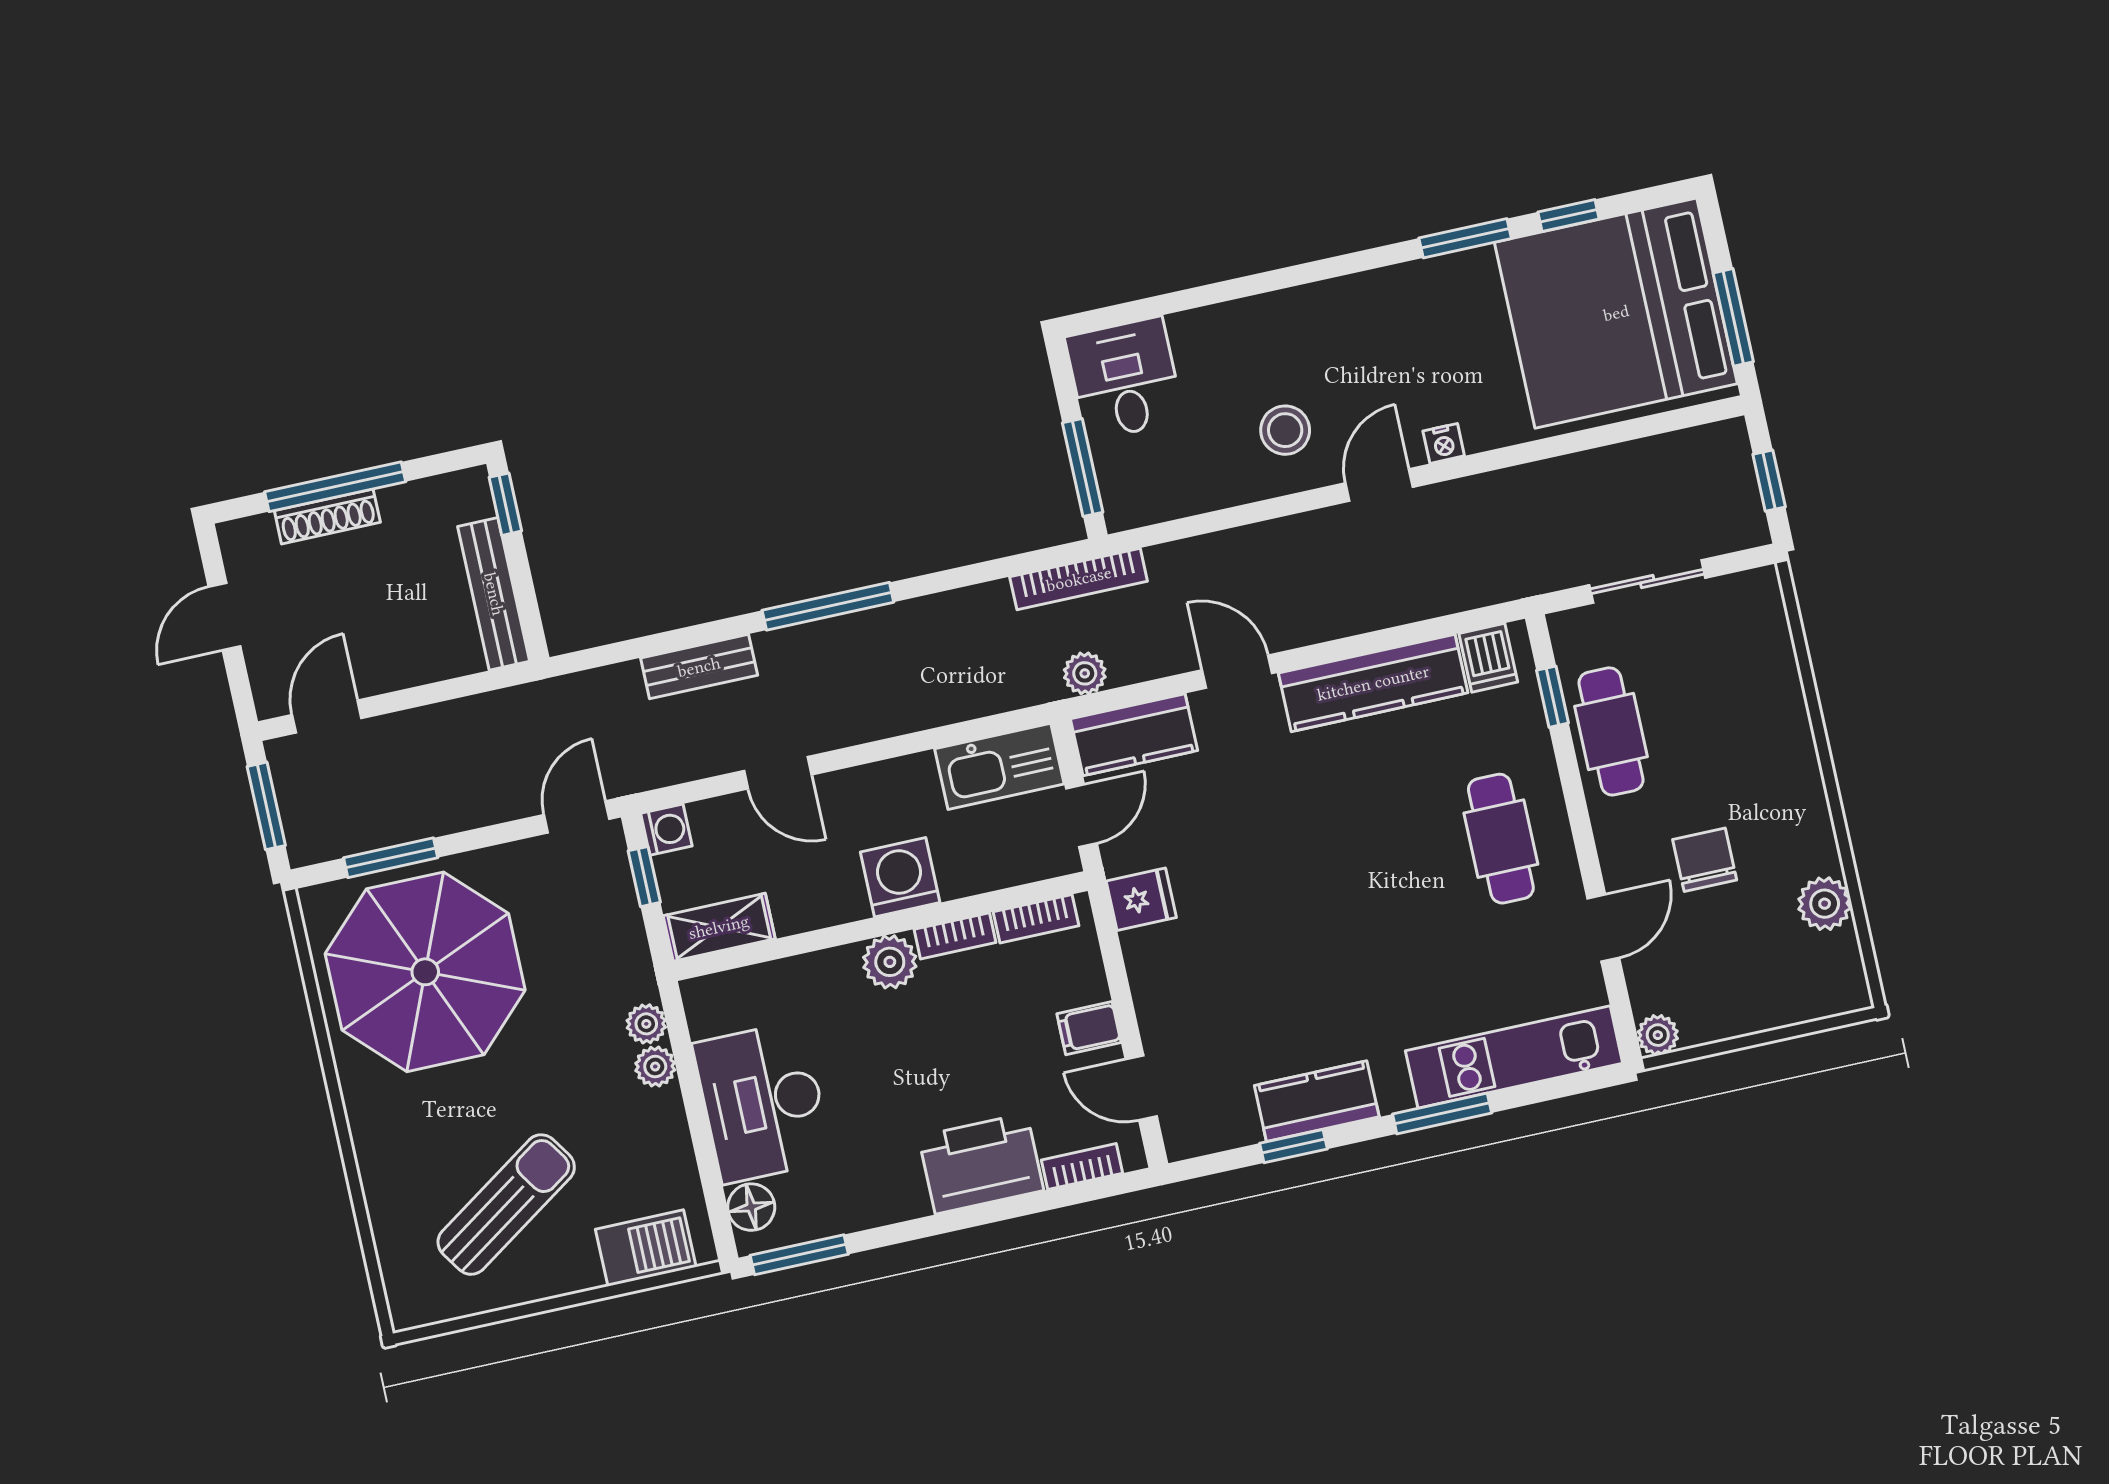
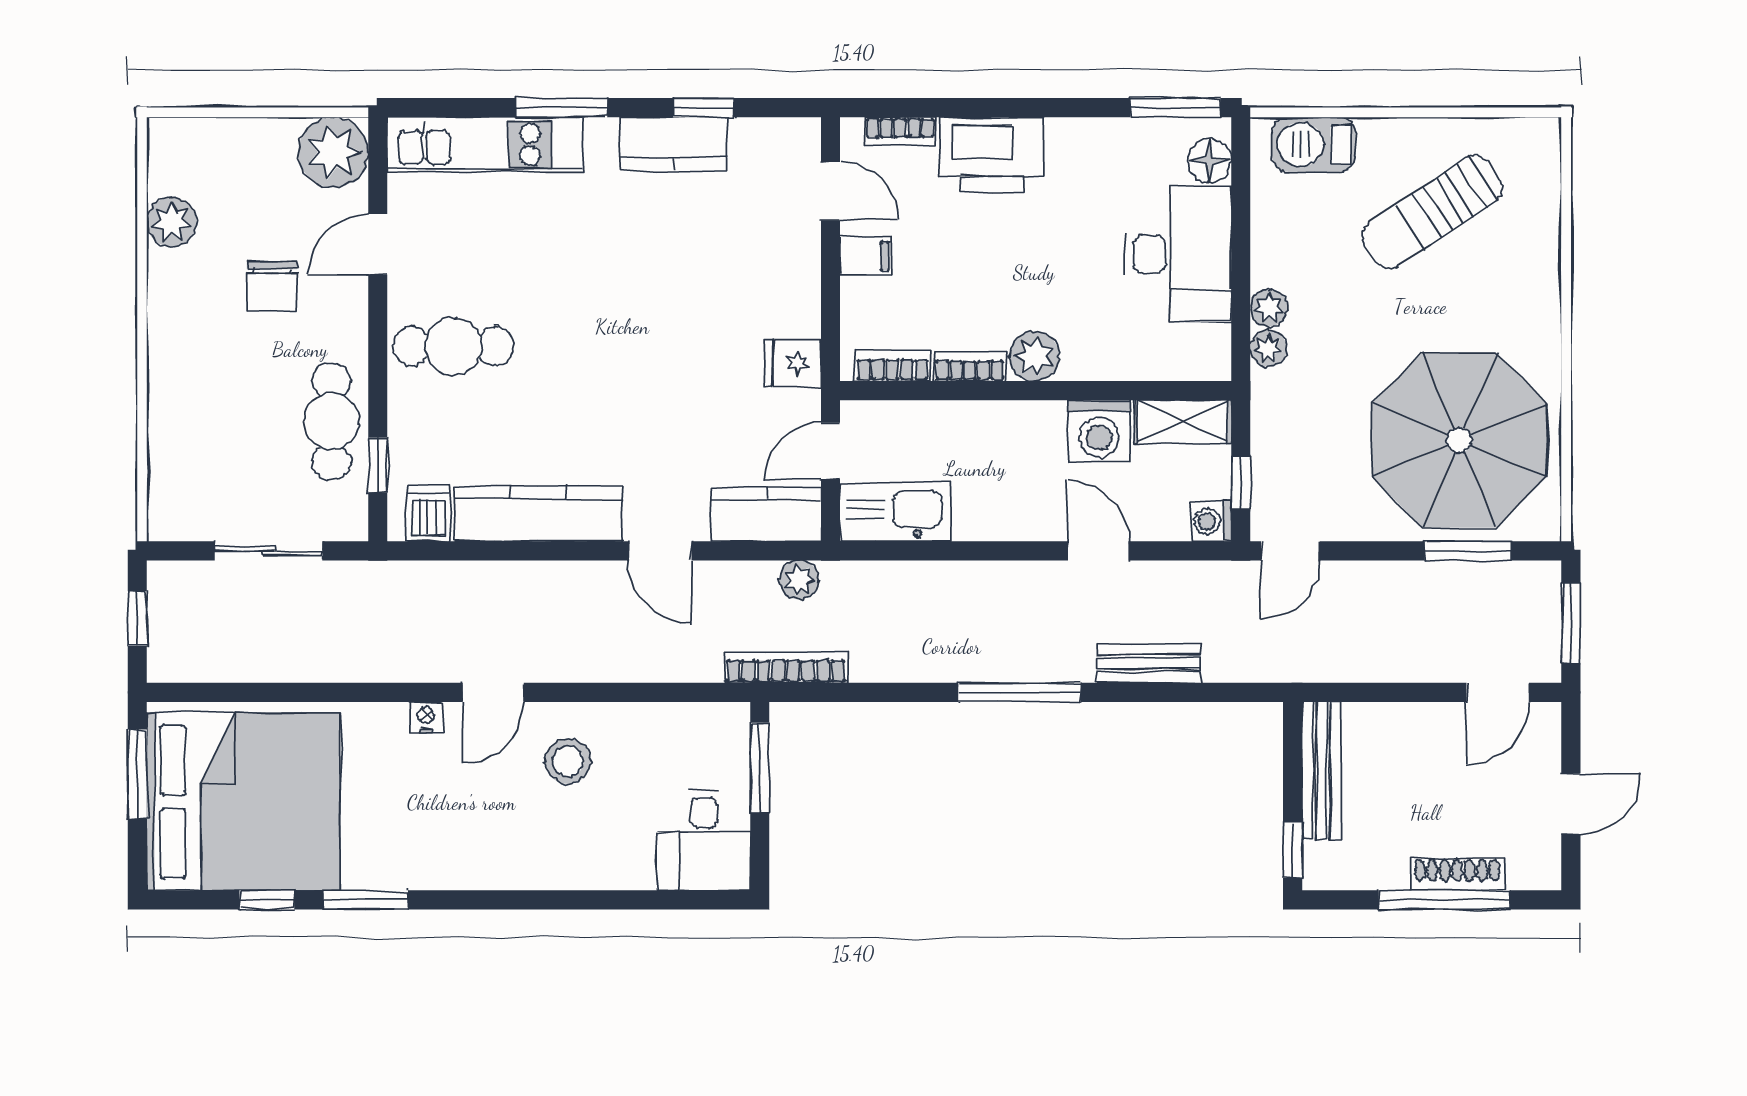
cafe table: (1501, 839) -> (453, 346), turned 90
washing machine: (900, 877) -> (1099, 431), moved
plant: (1658, 1035) -> (333, 152), width x1.88, depth x1.88

